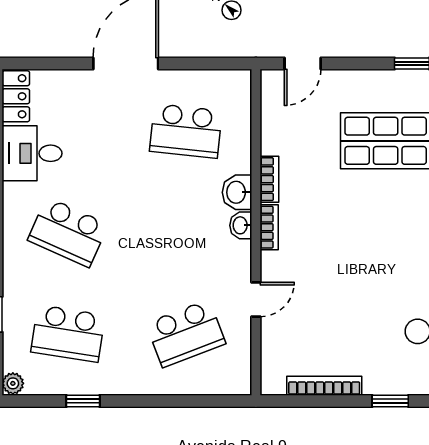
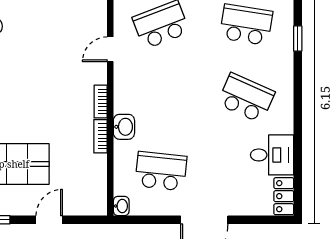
door: (303, 64) -> (49, 220), moved
washbasin: (241, 225) -> (121, 206), moved

